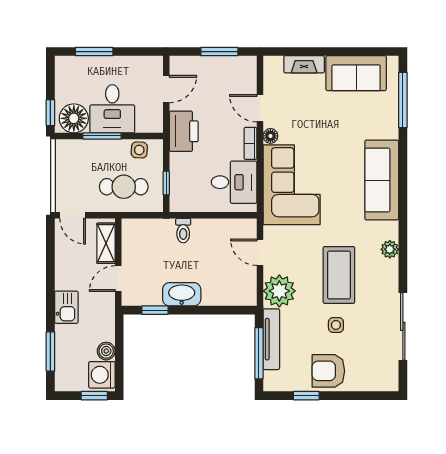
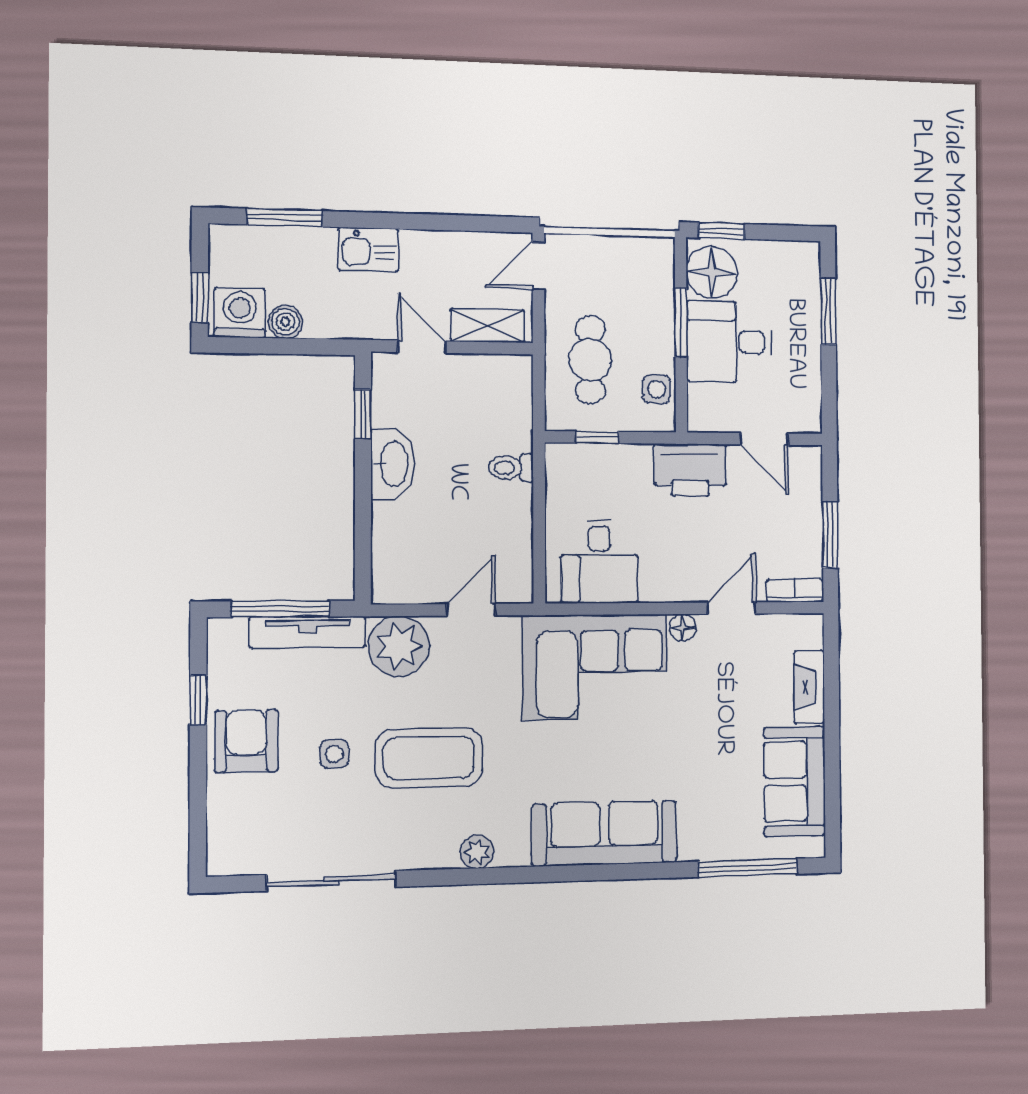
bookcase: (250, 143) -> (795, 591), moved

